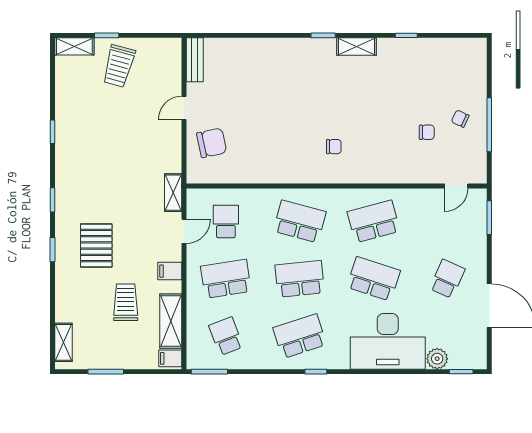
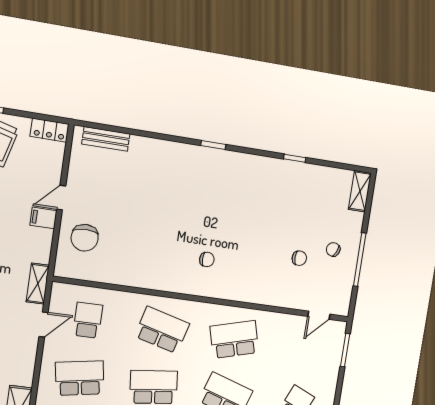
locker: (164, 46) -> (50, 130), added
shelving: (357, 46) -> (360, 191), moved, turned 90
bench: (195, 60) -> (106, 139), moved, turned 90
chair: (212, 143) -> (85, 238), turned 102
filing cabinet: (170, 271) -> (43, 218), moved

